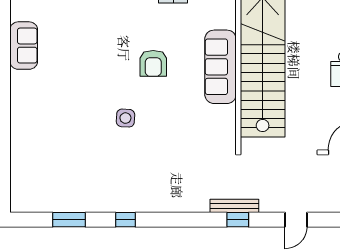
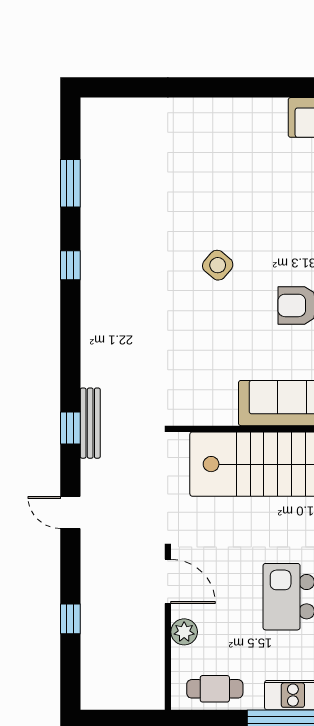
side table: (125, 118) -> (218, 265), turned 37

